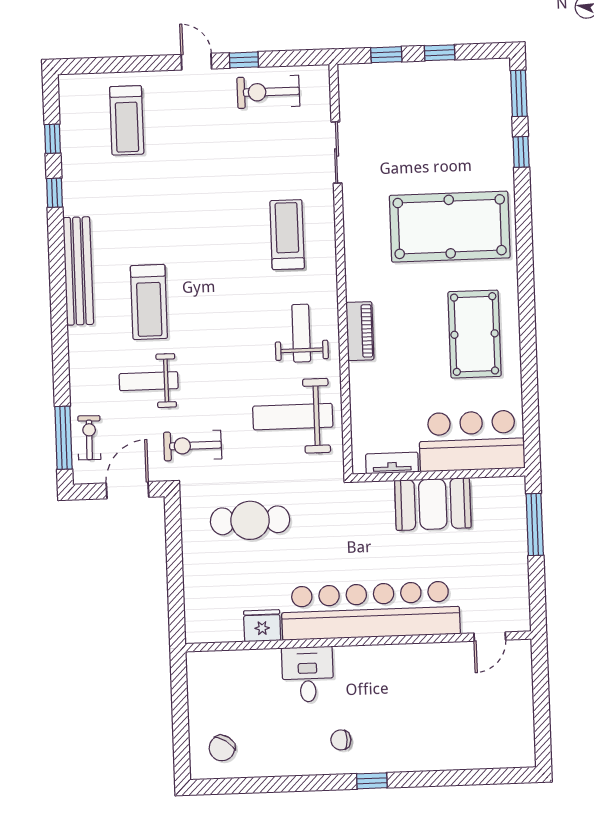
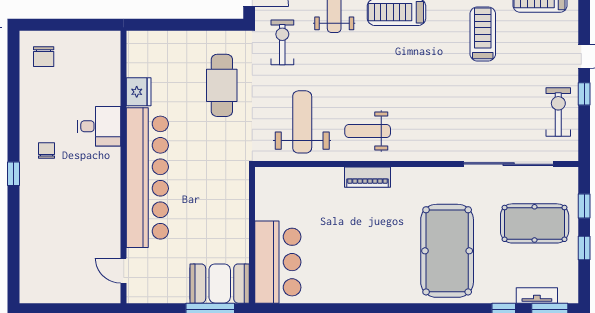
sliding door: (337, 152) -> (509, 164), width x1.86
treadmill: (287, 235) -> (483, 34), moved, turned -90
weight bench: (301, 333) -> (368, 131), turned 180
pool table: (475, 334) -> (535, 223), moved
tv unit: (392, 463) -> (537, 295), moved, turned -90
booth: (433, 504) -> (220, 284), moved, turned 90
chair: (222, 748) -> (44, 57), turned -124

